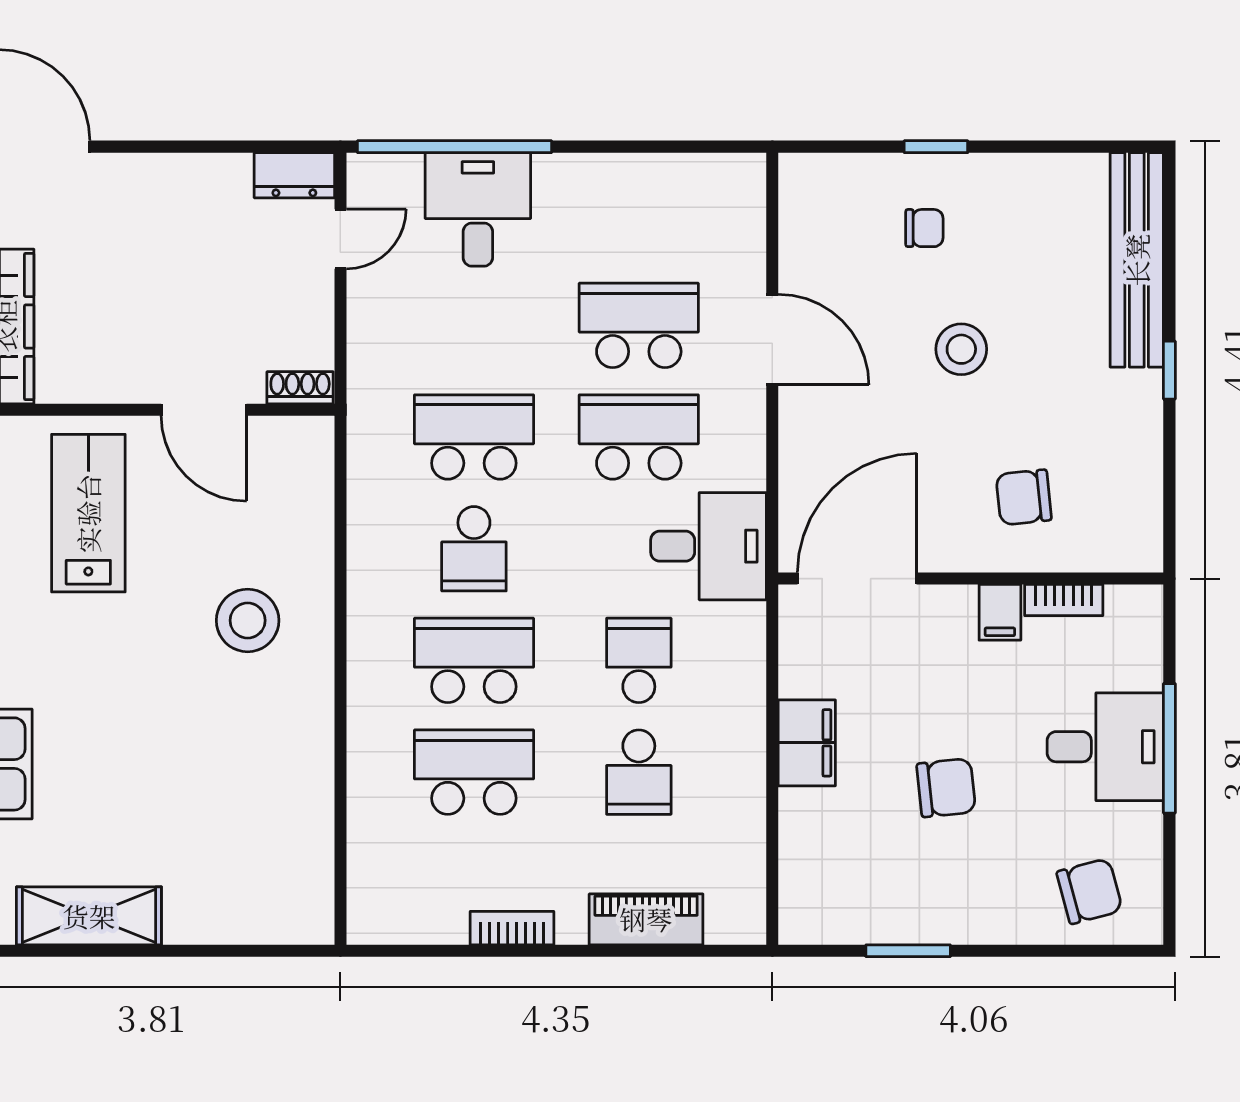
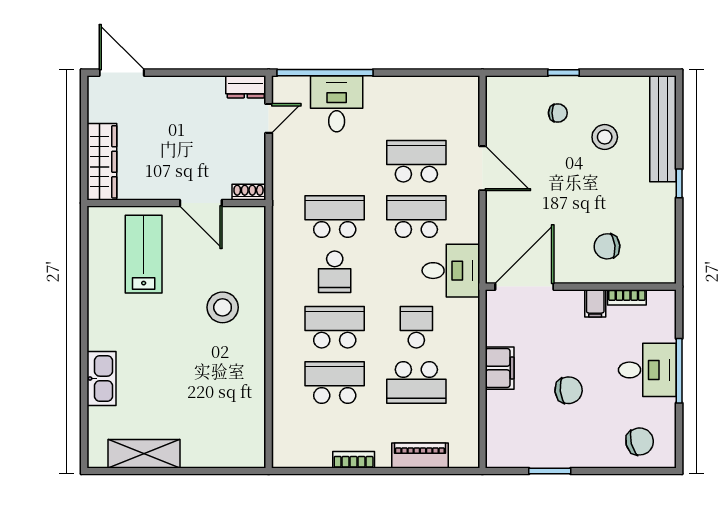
stool: (961, 349) -> (605, 137), moved
school desk: (639, 772) -> (416, 383), width x1.85

